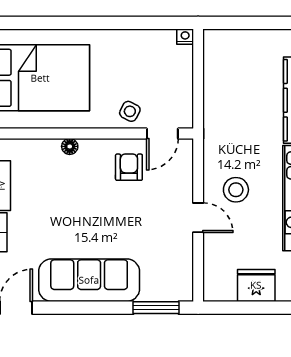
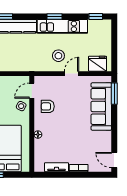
door: (162, 134) -> (32, 91), swing flipped
sofa: (89, 280) -> (101, 106), moved
fridge: (256, 285) -> (98, 64), moved, turned 90

